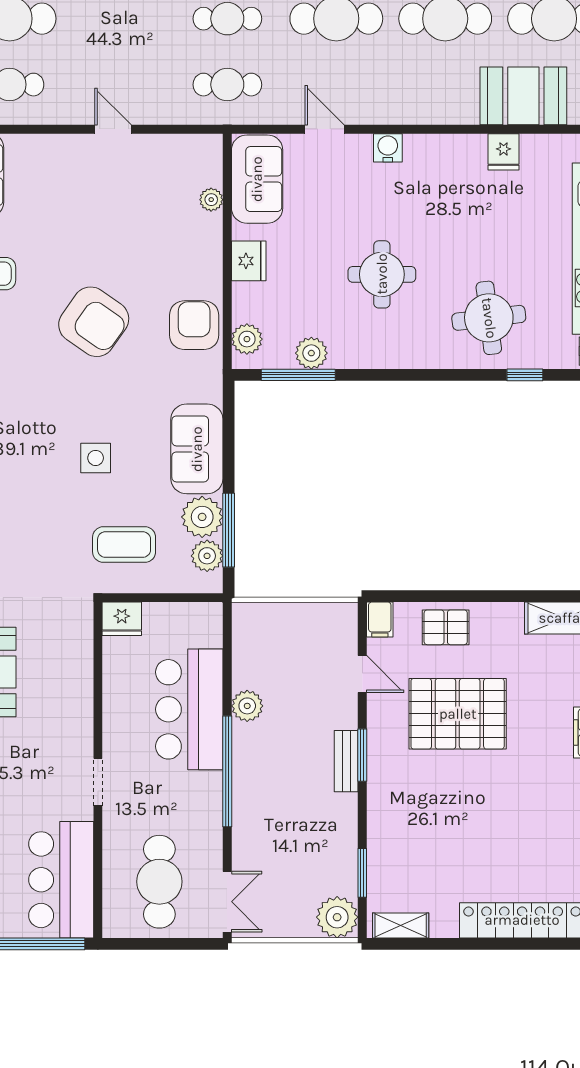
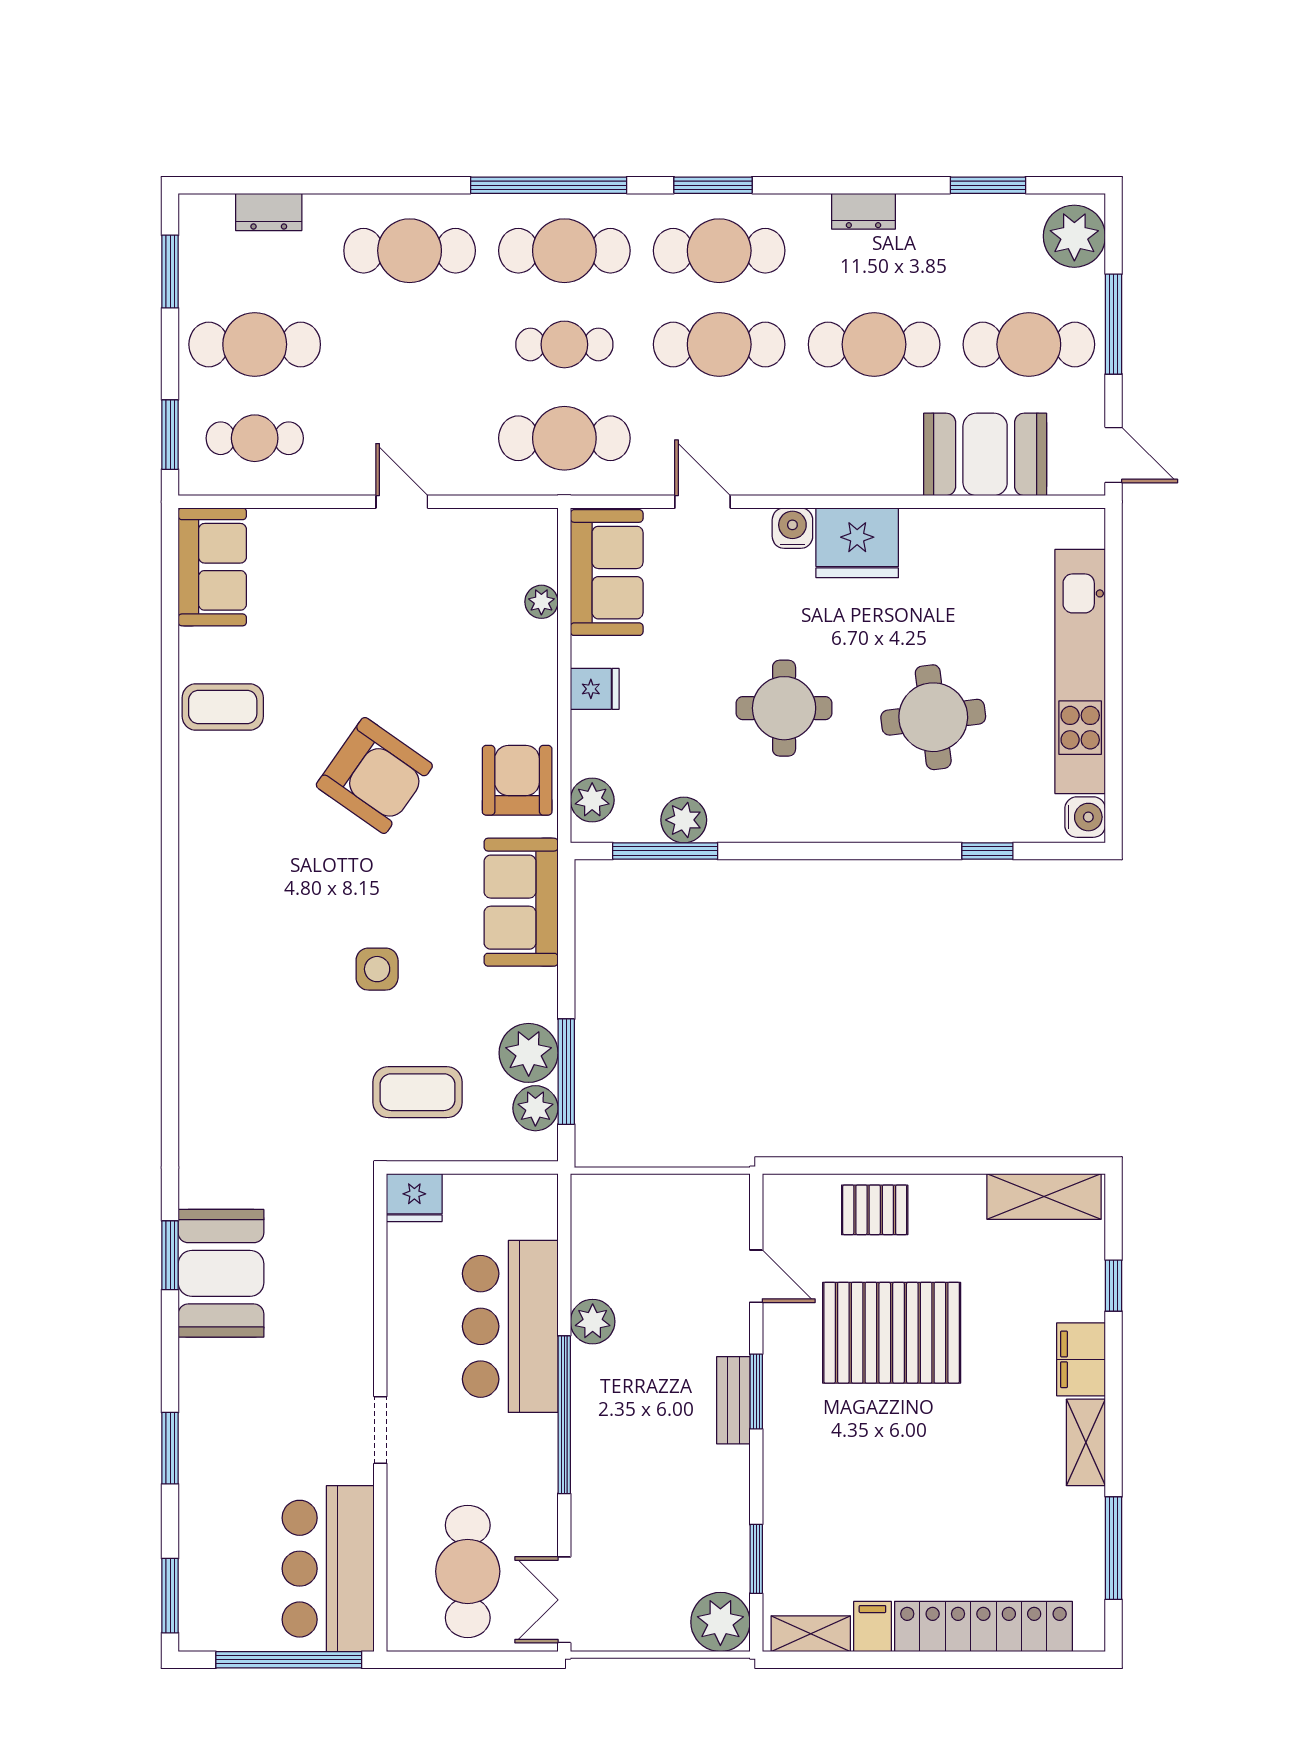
cafe table: (227, 85) -> (564, 438), width x1.37, depth x1.35
fridge: (504, 152) -> (857, 543), moved, width x1.88, depth x1.34
fridge: (249, 261) -> (595, 689), width x0.72
round table: (489, 318) -> (933, 717), moved
sofa: (197, 449) -> (521, 902), moved
filing cabinet: (380, 619) -> (872, 1627), moved, turned 180
double door: (227, 902) -> (564, 1600), swing flipped

